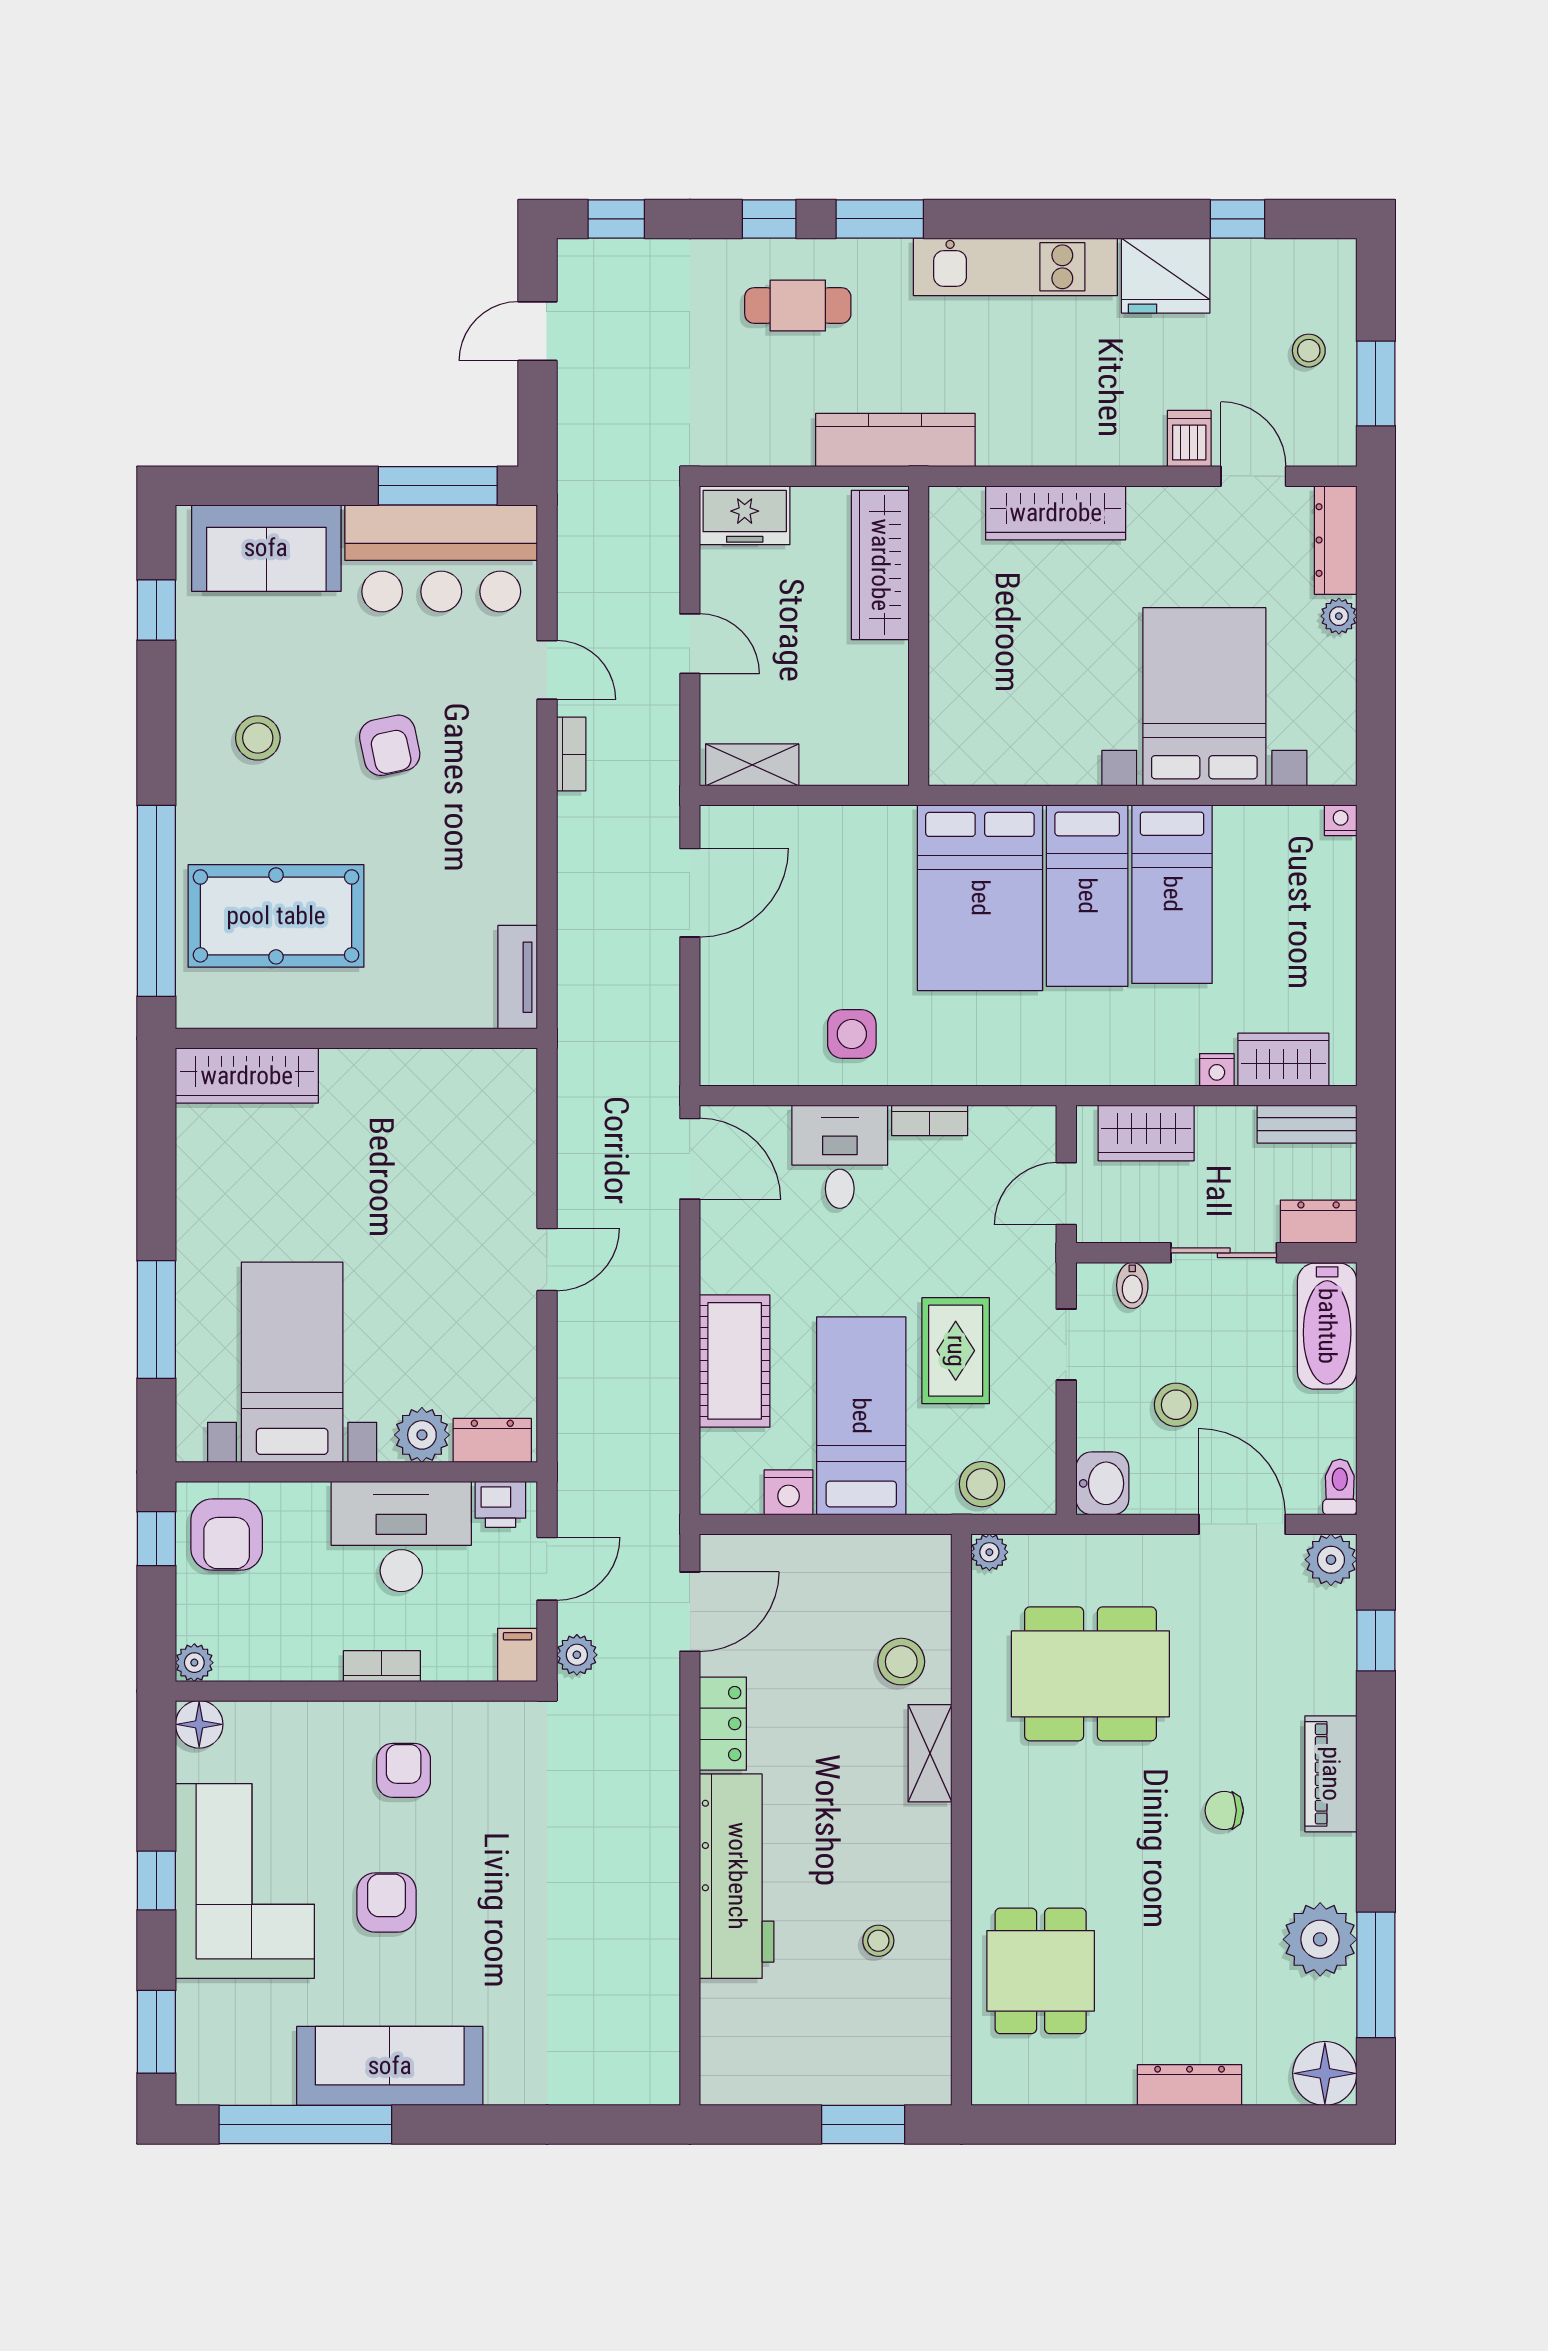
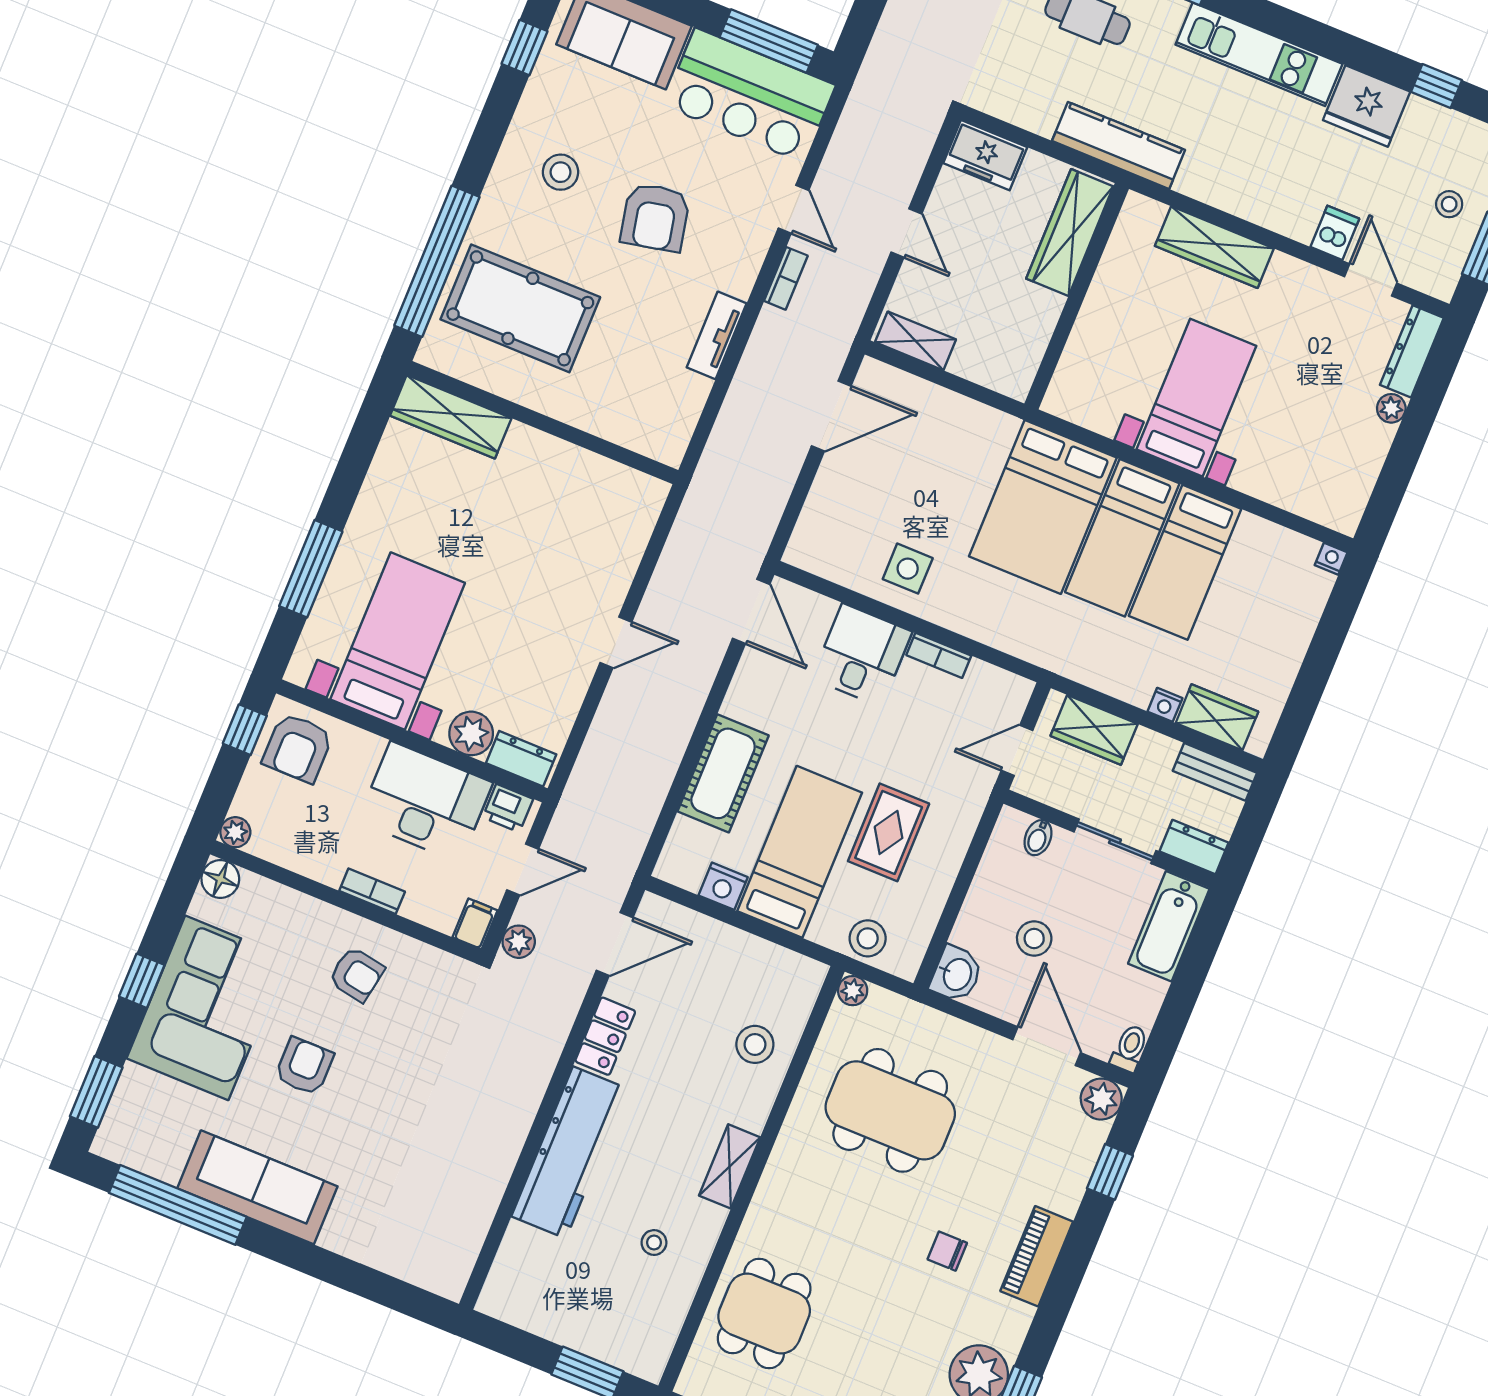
bed with nightstands: (1204, 697) -> (1196, 398), moved, width x0.73
armchair: (390, 745) -> (655, 217), width x1.38, depth x1.38
tv unit: (518, 977) -> (717, 335), moved
doorway: (1066, 1345) -> (972, 861), removed
shelving: (930, 1753) -> (730, 1166), moved
armchair: (404, 1770) -> (357, 974), turned 100

